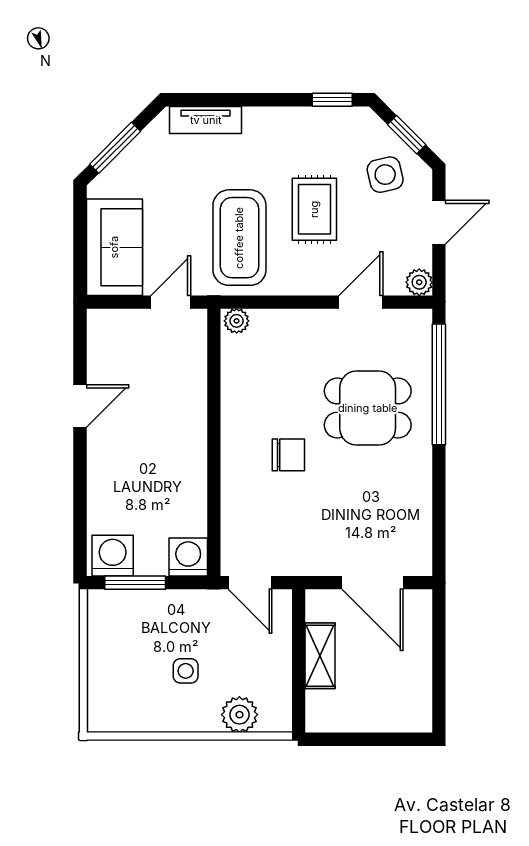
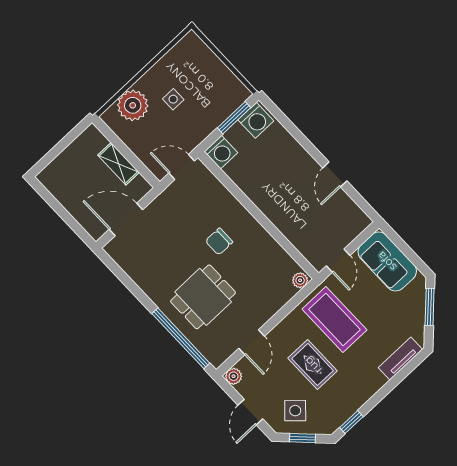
side table: (385, 175) -> (295, 411), turned -34
plant: (239, 715) -> (133, 105), width x1.36, depth x1.36

